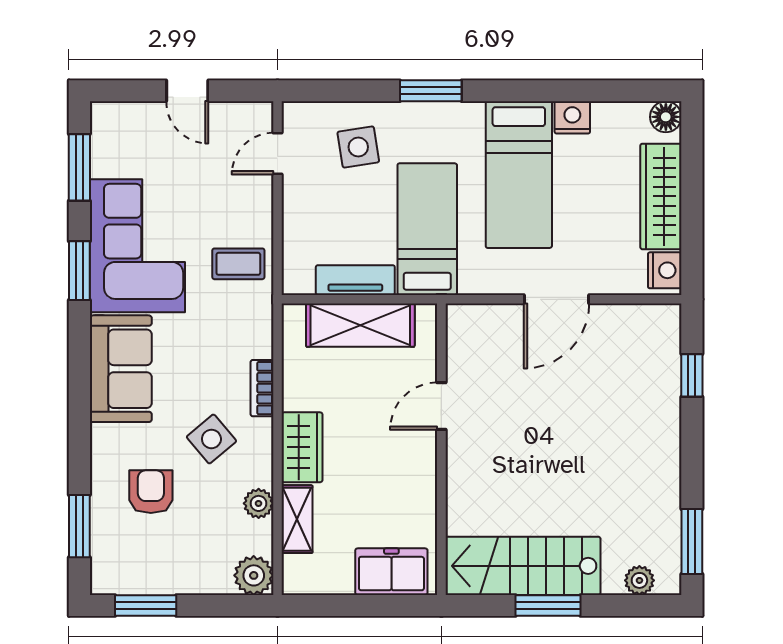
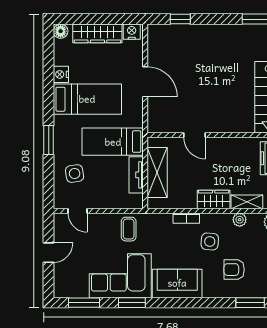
side table: (211, 439) -> (210, 241), turned 45

